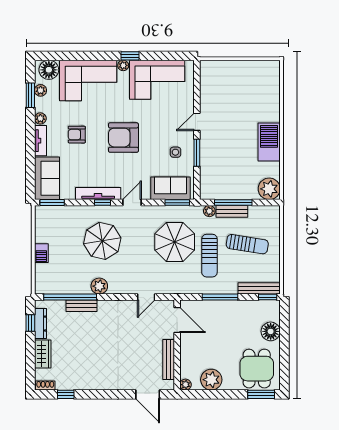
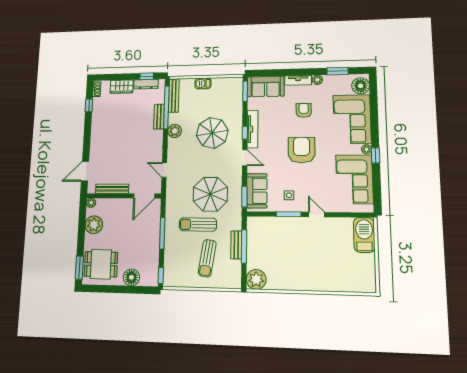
plant: (41, 90) -> (342, 79), removed
barbecue: (269, 142) -> (364, 235), moved, turned -90
plant: (209, 211) -> (237, 225), removed
bench: (259, 288) -> (174, 95), moved

